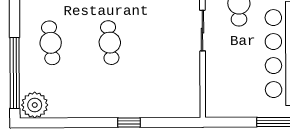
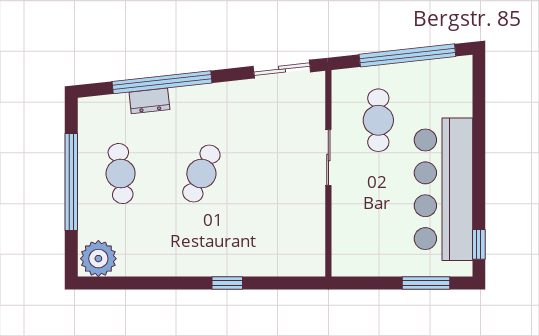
cafe table: (110, 43) -> (201, 174), turned 30
window: (15, 73) -> (71, 182), moved

